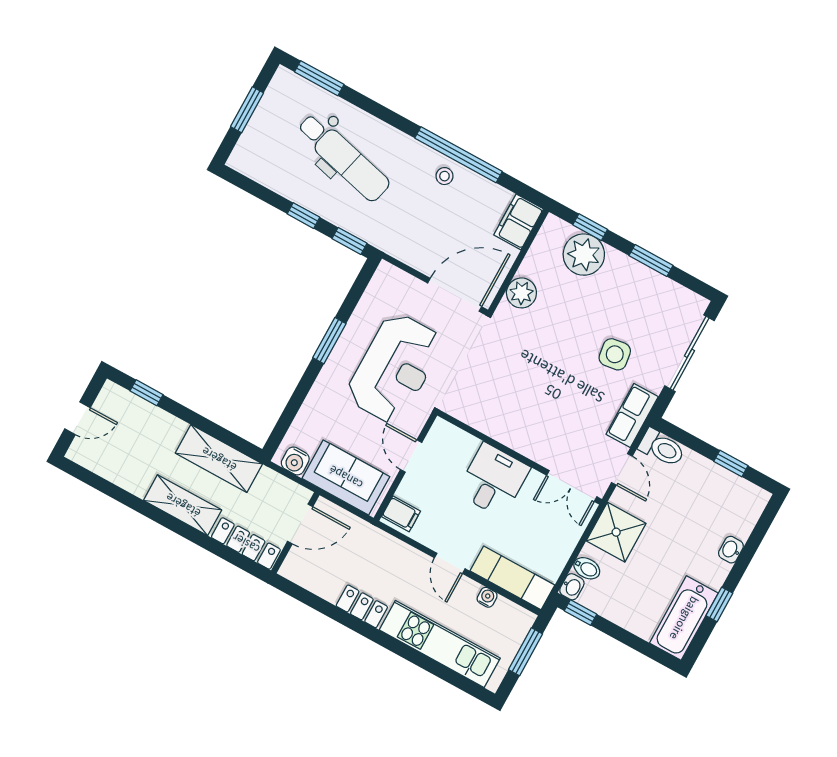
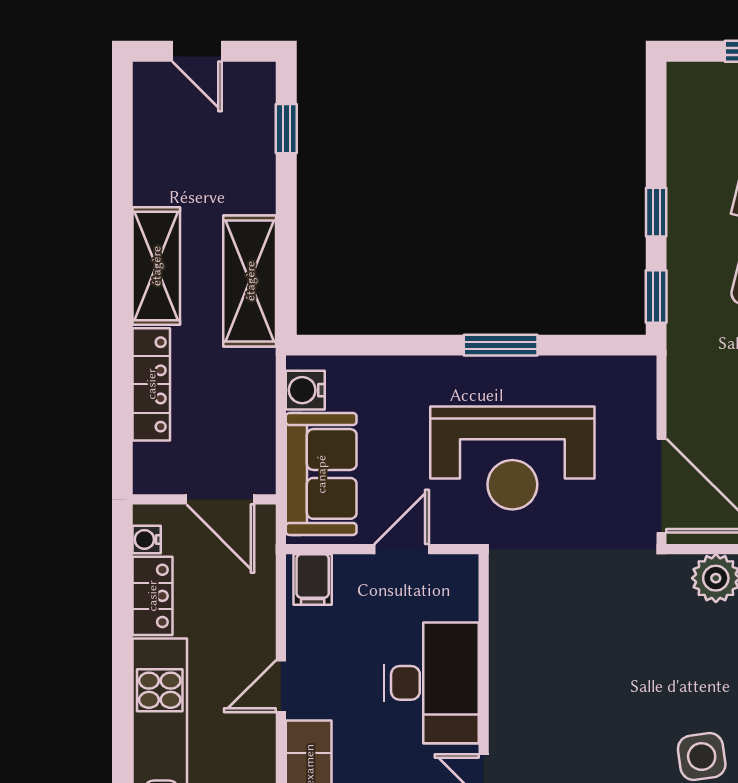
desk: (493, 480) -> (431, 683), width x1.37
door: (300, 524) -> (220, 499), moved
wall: (295, 533) -> (204, 499), moved
water cooler: (487, 597) -> (147, 539), moved, turned 180

